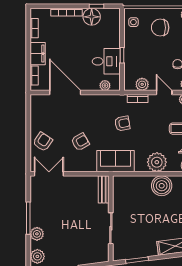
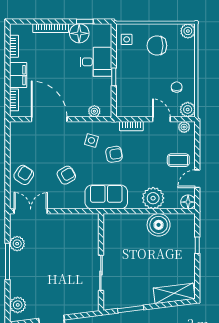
desk: (106, 61) -> (96, 62), moved
plant: (142, 84) -> (136, 110), removed
side table: (102, 111) -> (91, 140), added
bench: (104, 189) -> (93, 229), removed
plant: (37, 234) -> (17, 244), moved

